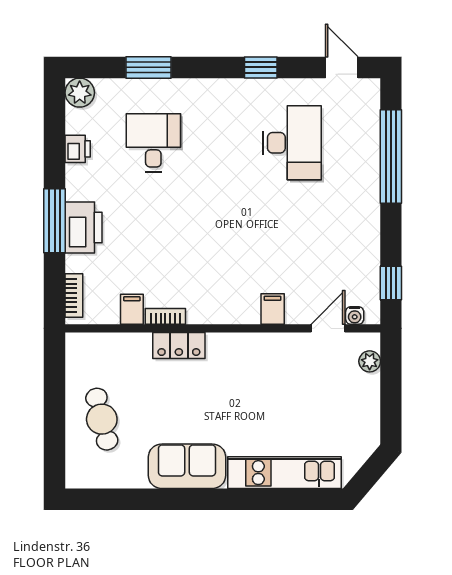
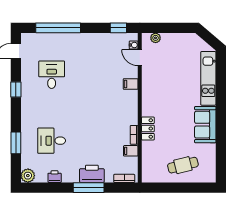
desk: (292, 143) -> (52, 75), width x0.73

